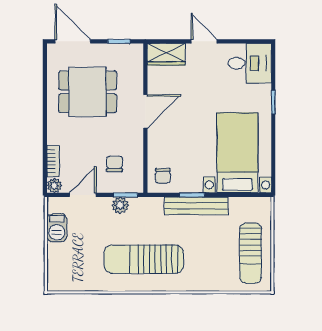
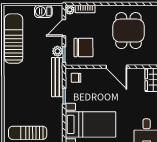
chair: (114, 164) -> (83, 47), width x1.87, depth x1.87
door: (83, 195) -> (64, 28), swing flipped
bench: (196, 206) -> (57, 77), moved
sun lounger: (144, 259) -> (14, 39), moved

